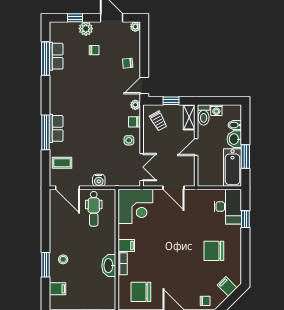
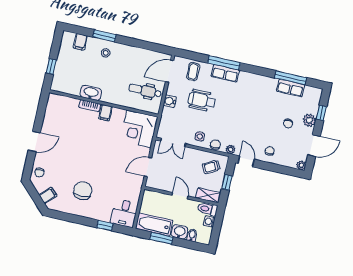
wheelchair: (90, 147) -> (202, 100), added
desk: (228, 207) -> (124, 213), width x0.73
chair: (141, 292) -> (61, 116), removed

